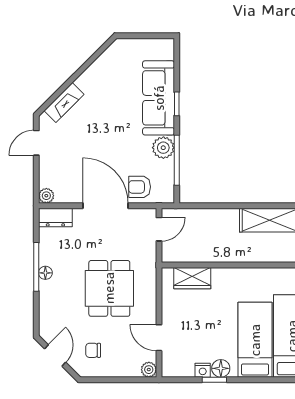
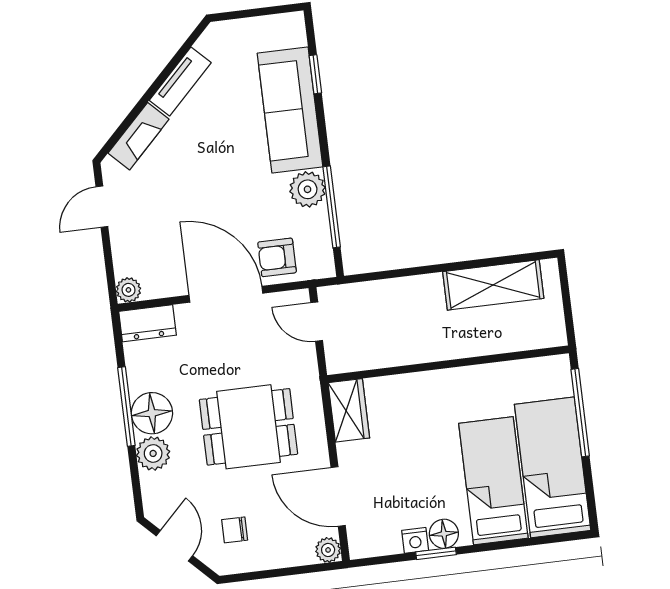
tv unit: (94, 72) -> (180, 82), added
window: (177, 104) -> (315, 74), moved
door: (159, 229) -> (317, 322), swing flipped
floor lamp: (45, 273) -> (152, 413), width x1.89, depth x1.89
wardrobe: (192, 278) -> (349, 410), moved, turned -90
dining table: (109, 288) -> (248, 427), turned 90
plant: (49, 298) -> (153, 453), added
door: (159, 338) -> (338, 496), width x1.38

